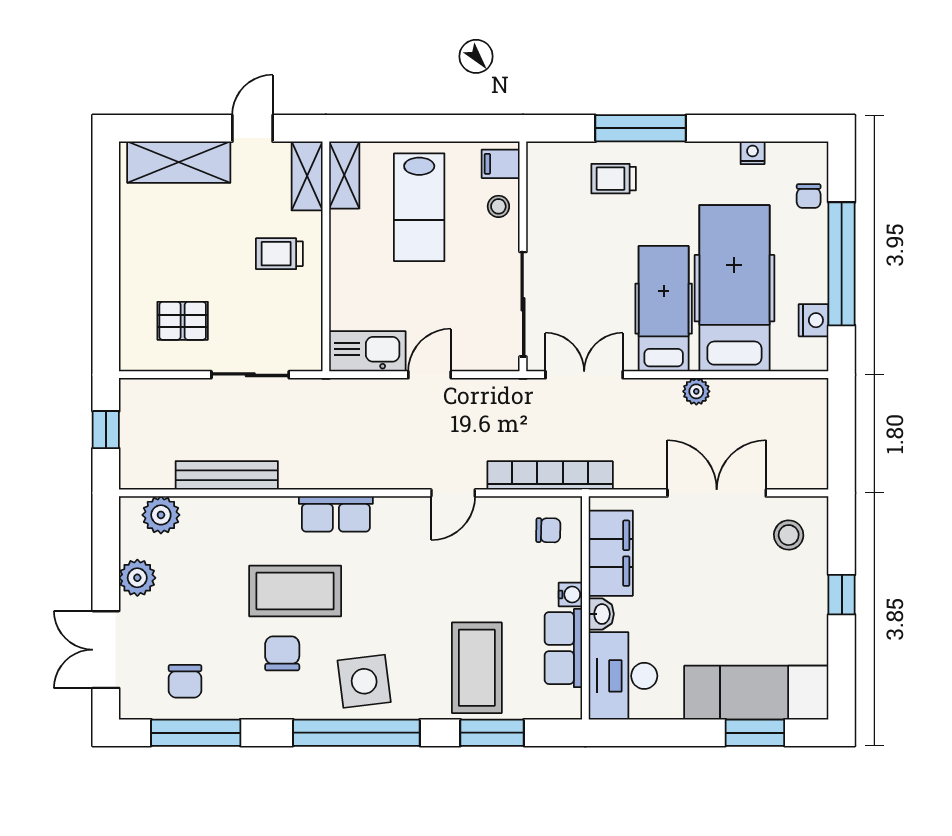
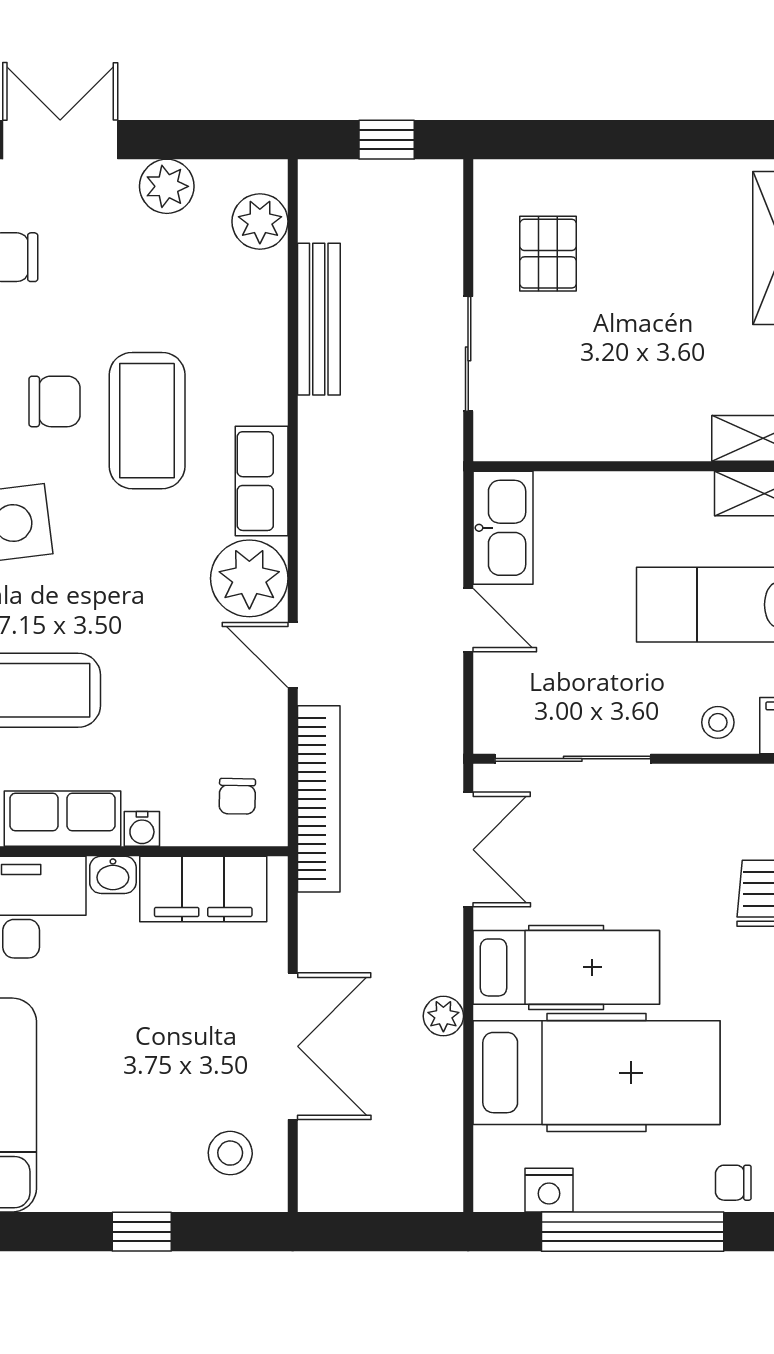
trolley: (279, 254) -> (648, 397), removed
plant: (401, 522) -> (249, 578), added

